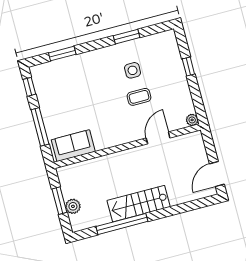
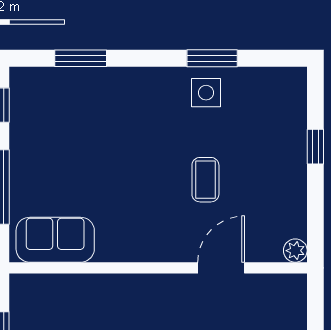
side table: (133, 70) -> (206, 93), moved
coffee table: (139, 97) -> (205, 180), turned 90

